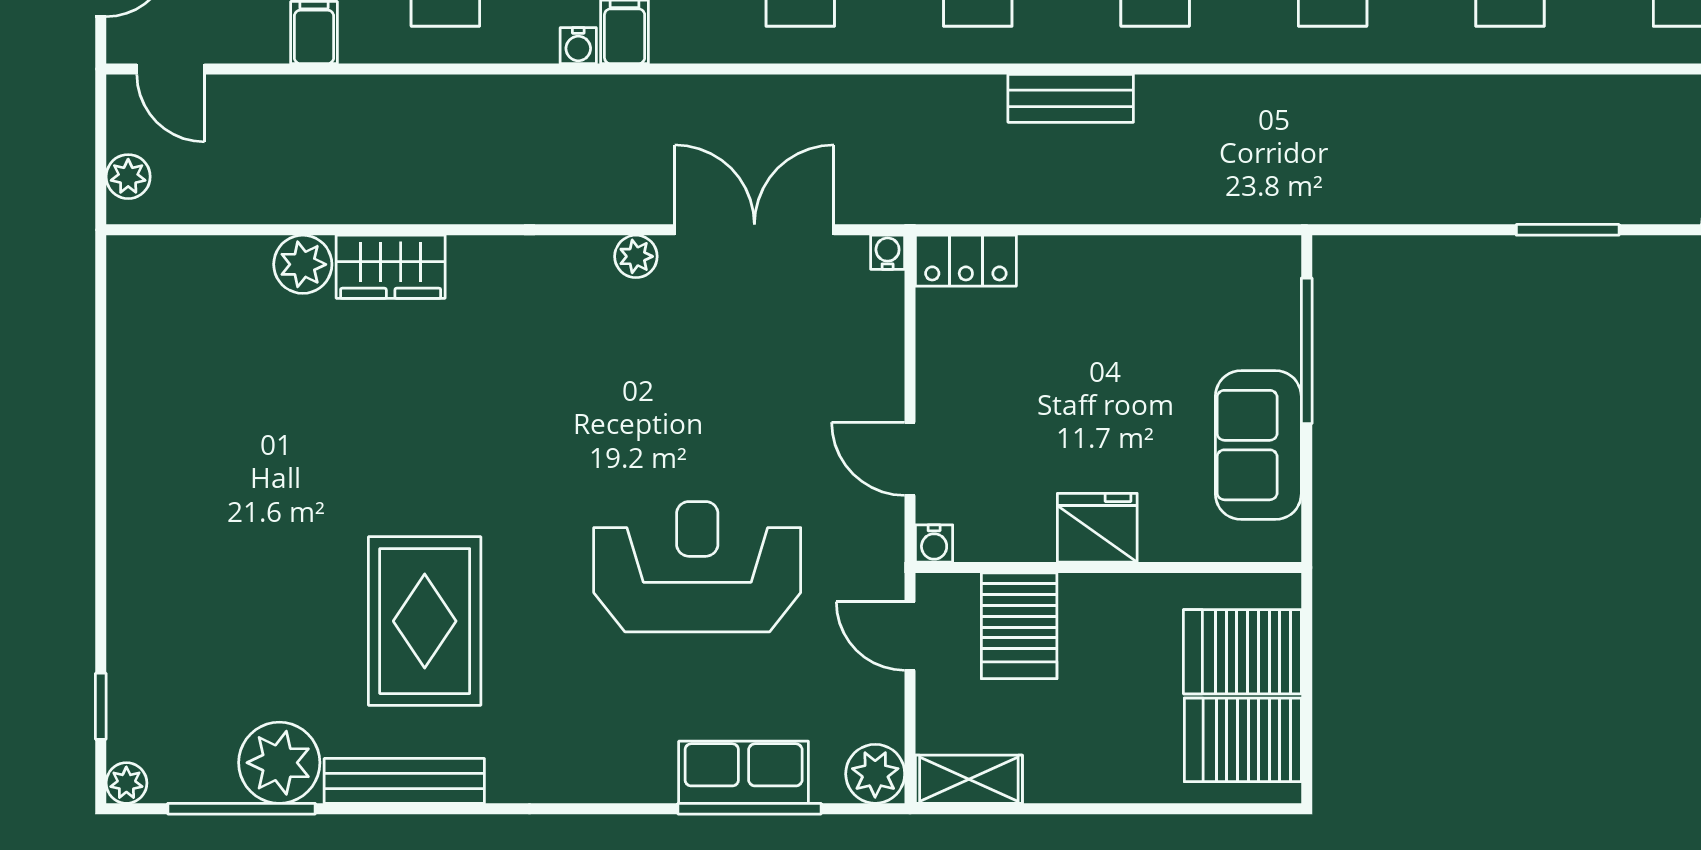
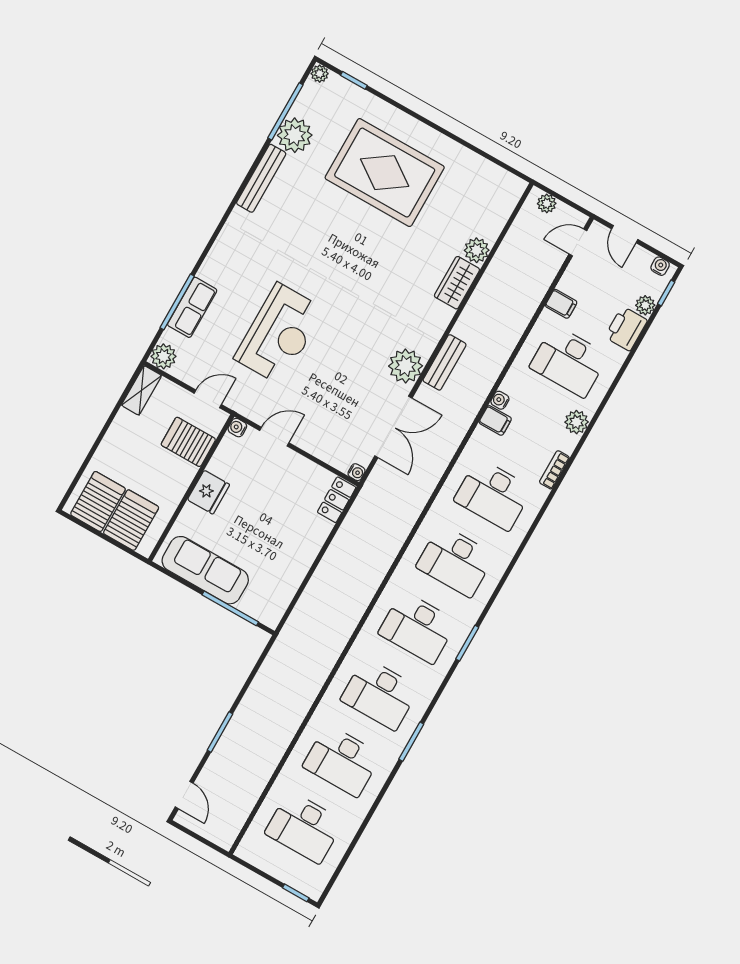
bench: (1071, 98) -> (445, 362), moved
plant: (636, 256) -> (406, 366), width x1.87, depth x1.87
sofa: (1258, 445) -> (205, 570), width x1.36
rug: (425, 621) -> (385, 173), moved, width x1.37, depth x1.44

